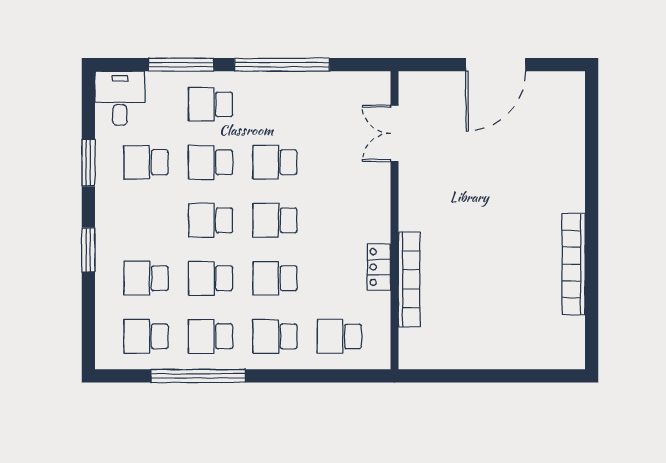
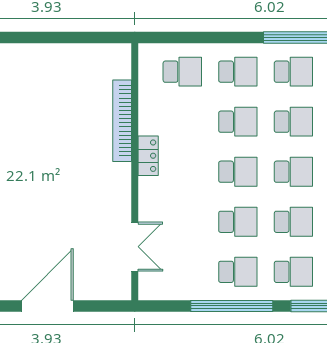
school desk: (275, 104) -> (238, 272), added
locker: (379, 267) -> (148, 156), moved

